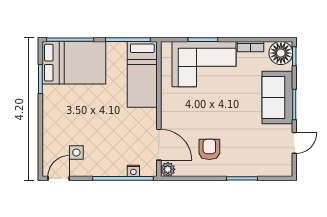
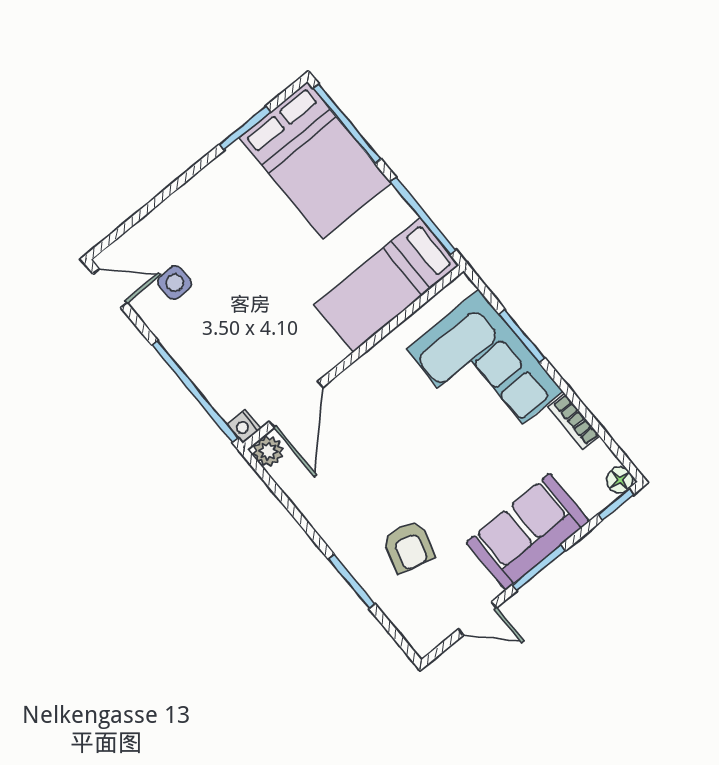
floor lamp: (281, 53) -> (620, 480), width x0.53, depth x0.53
armchair: (209, 149) -> (409, 546), moved, turned 106
nightstand: (133, 171) -> (244, 426), moved

